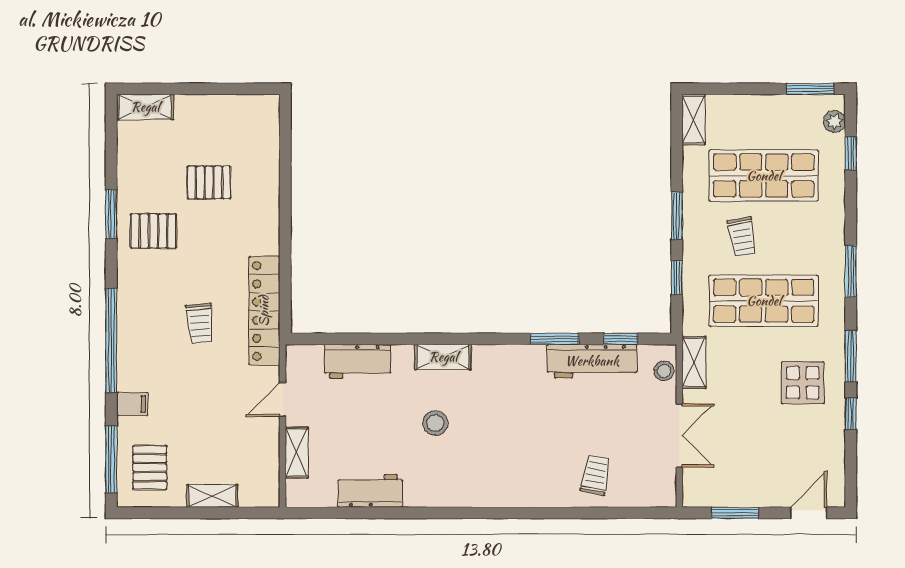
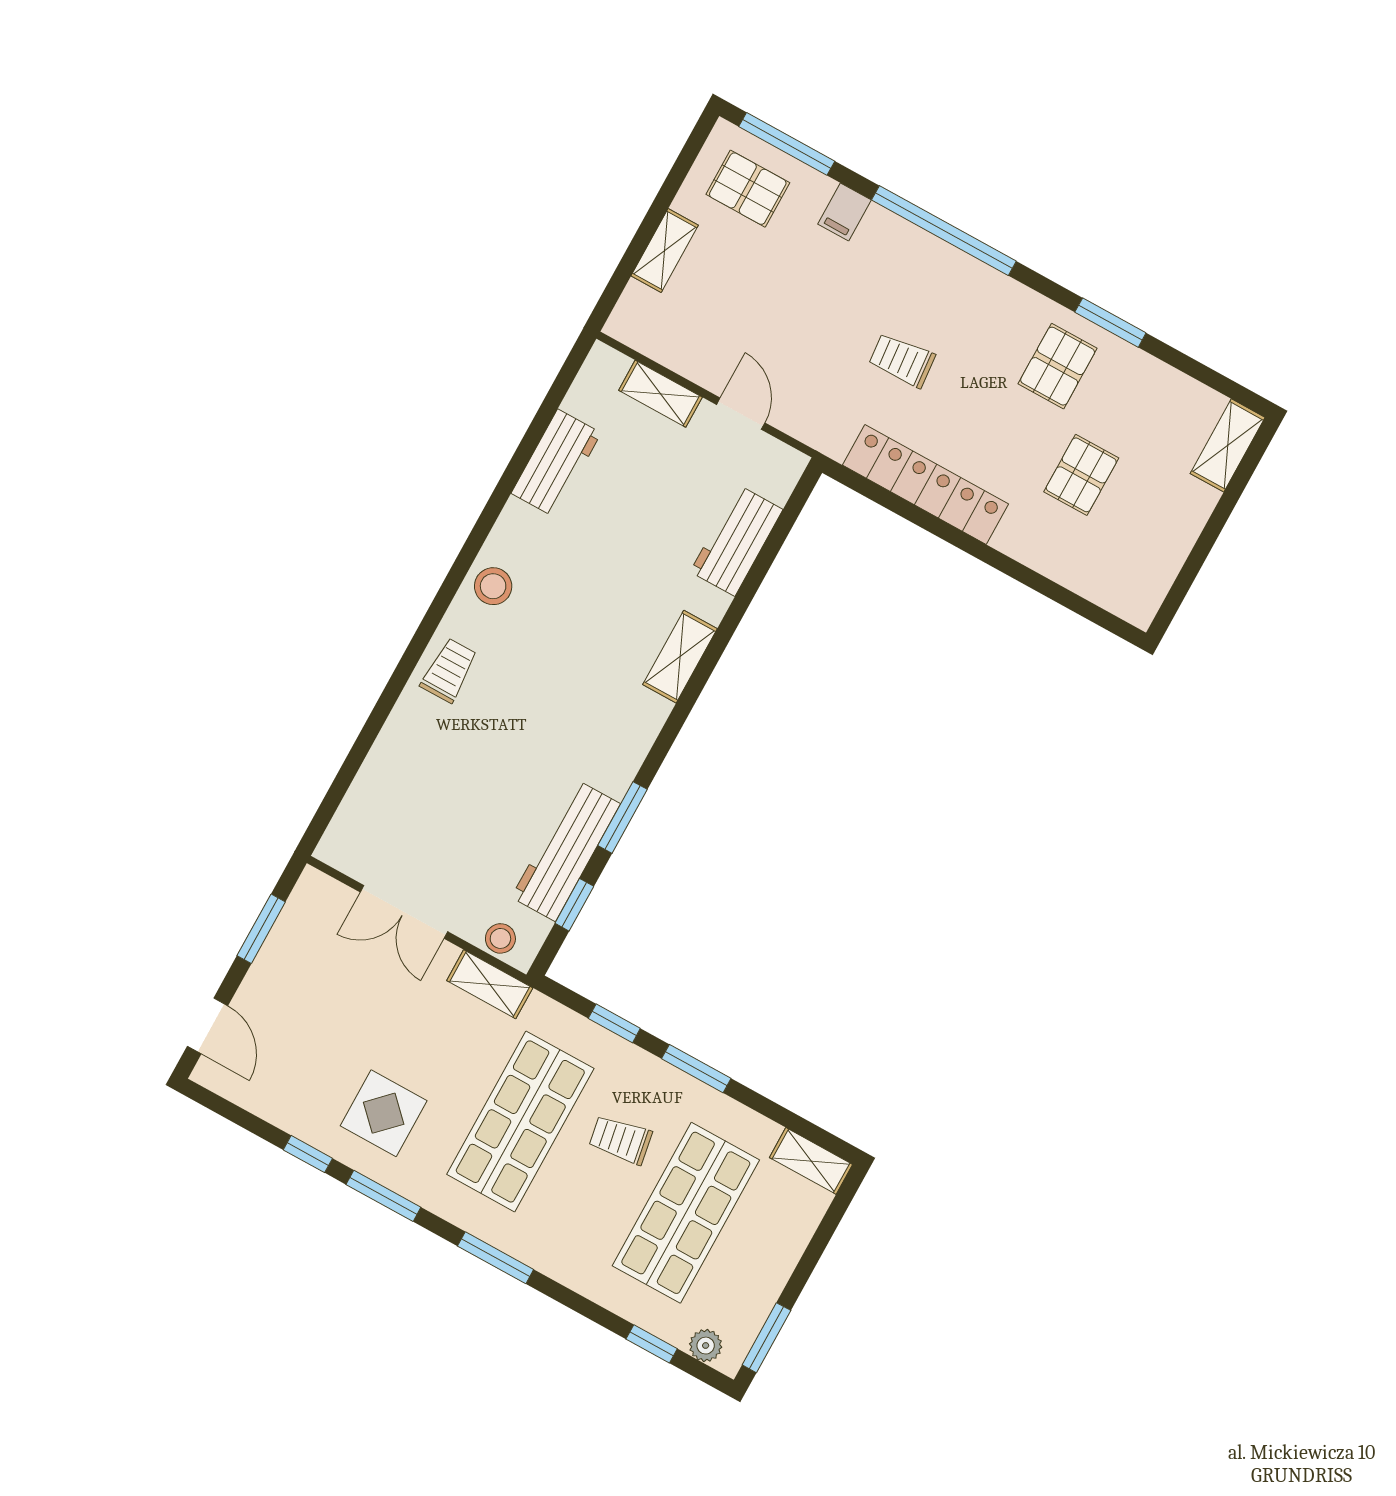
locker: (264, 311) -> (926, 484), moved
stool: (435, 423) -> (493, 586), moved
trolley: (596, 475) -> (449, 670), moved, turned -101

